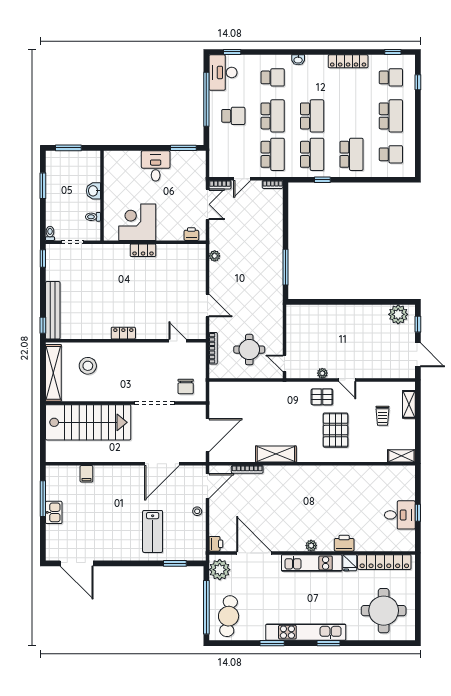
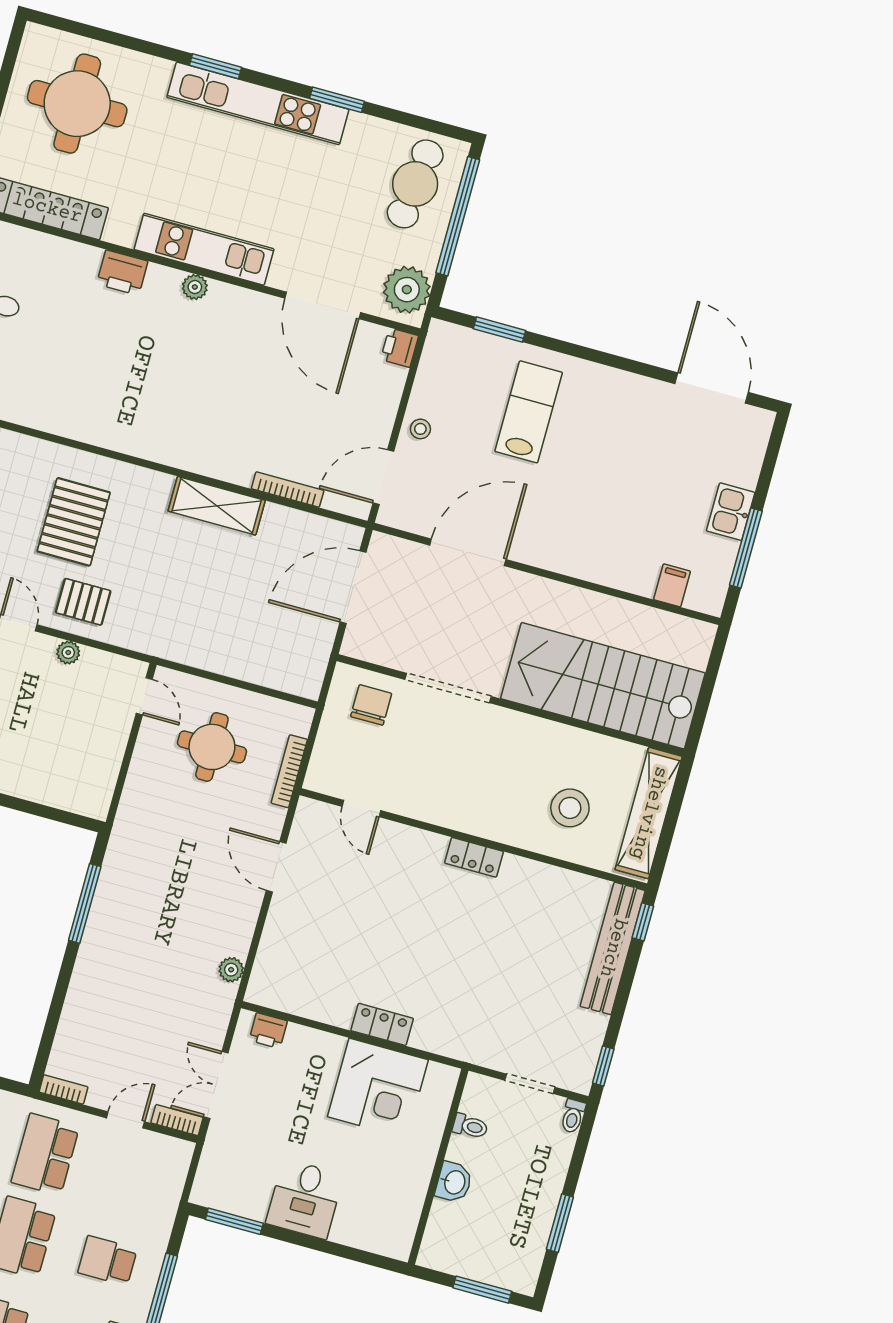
filing cabinet: (86, 474) -> (672, 585), moved
fridge: (350, 563) -> (122, 227), removed

